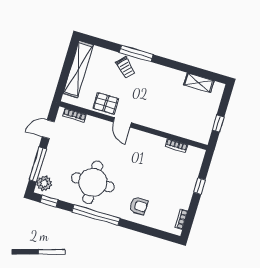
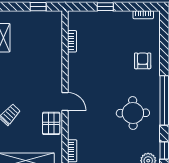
door: (122, 122) -> (65, 101), hinge flipped
round table: (93, 182) -> (133, 113), width x0.73, depth x0.73

